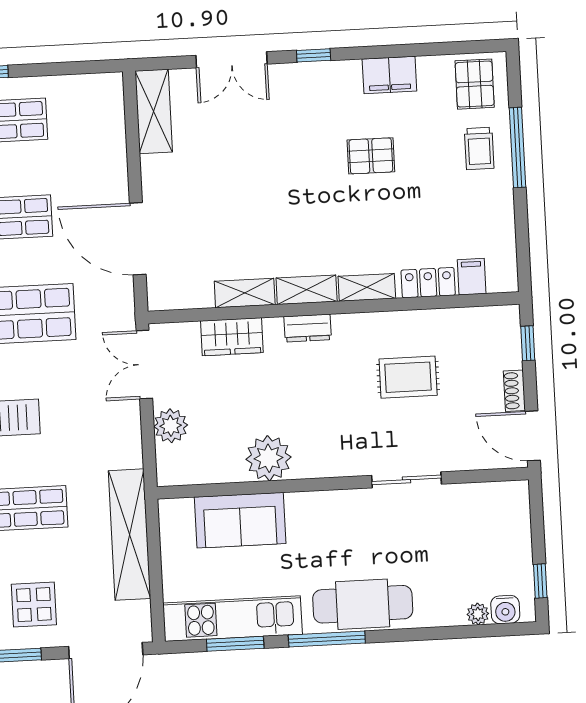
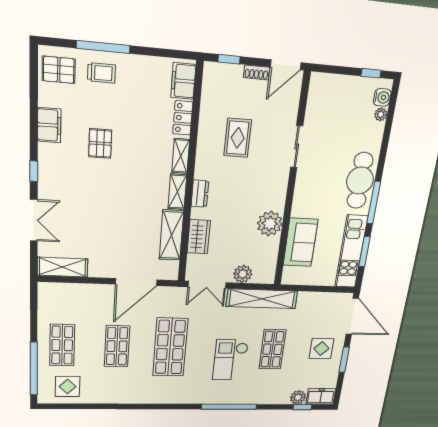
filing cabinet: (472, 277) -> (183, 81), width x2.00
shelving: (245, 293) -> (171, 235), width x1.50, depth x1.33
shelving: (130, 535) -> (262, 299), moved

